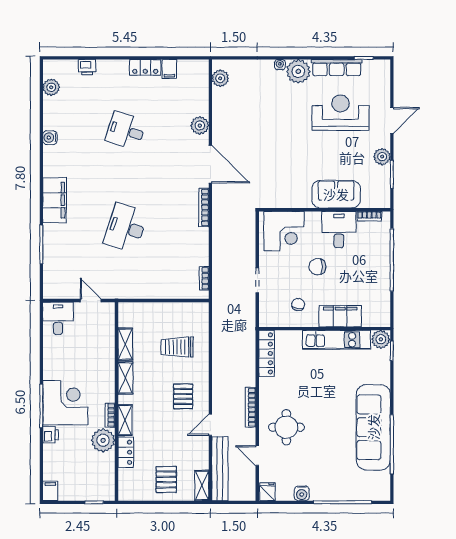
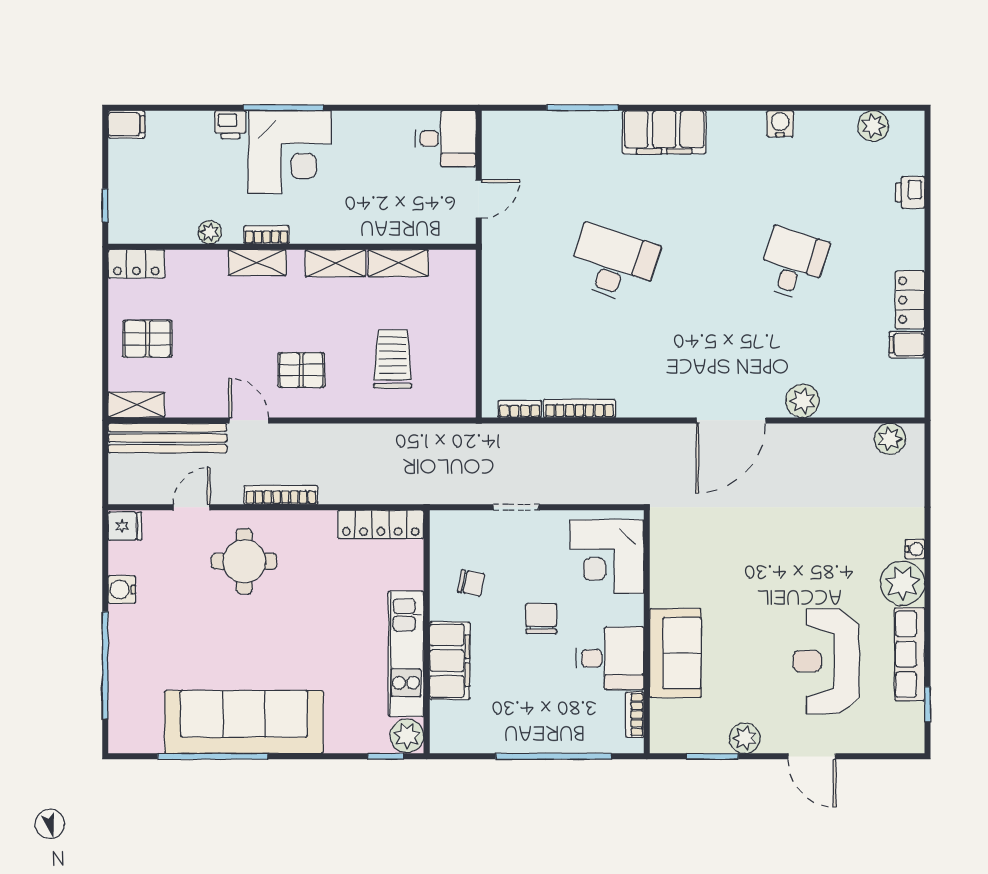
reception desk: (340, 113) -> (826, 661), turned 180
bookcase: (204, 207) -> (579, 408), moved
plant: (103, 440) -> (210, 232), width x0.53, depth x0.53
locker: (126, 452) -> (136, 264), moved

